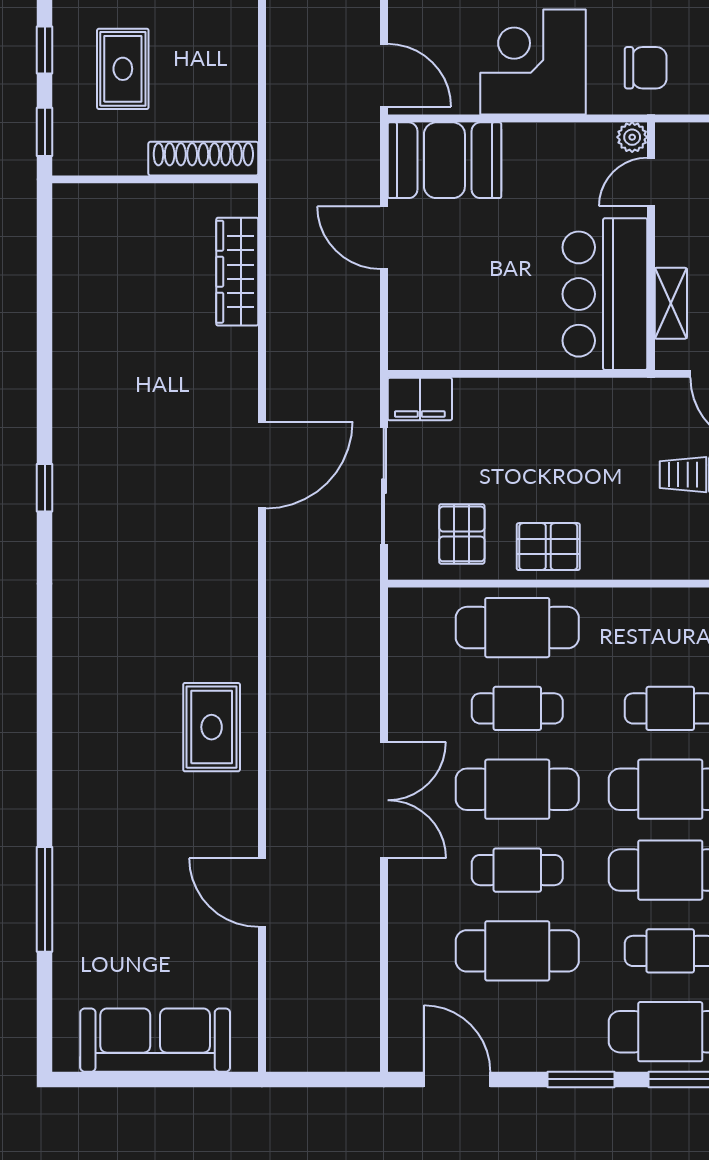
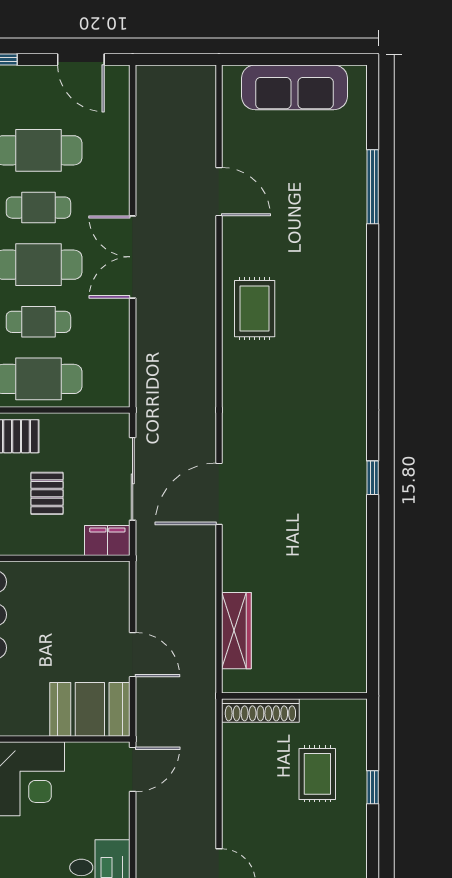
door: (384, 75) -> (133, 769), swing flipped
window: (45, 132) -> (373, 729), removed
pallet: (462, 534) -> (47, 493), moved

